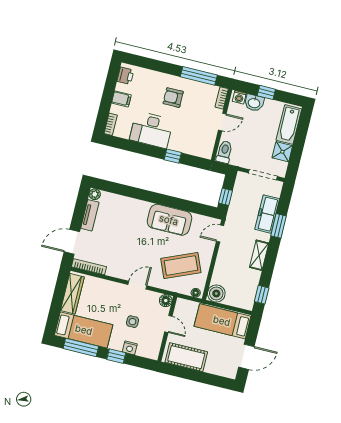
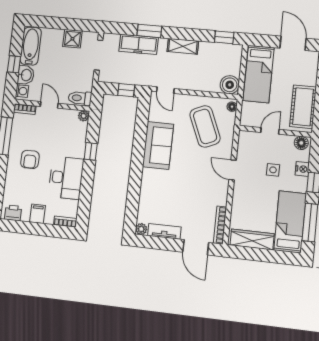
bathtub: (289, 125) -> (31, 46), moved, turned -90
plant: (207, 153) -> (84, 116), added
floor lamp: (166, 301) -> (301, 143), moved

